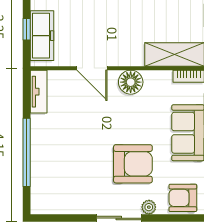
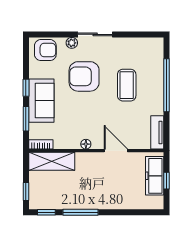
floor lamp: (131, 82) -> (86, 144), width x0.53, depth x0.53
coffee table: (78, 153) -> (127, 85), added

